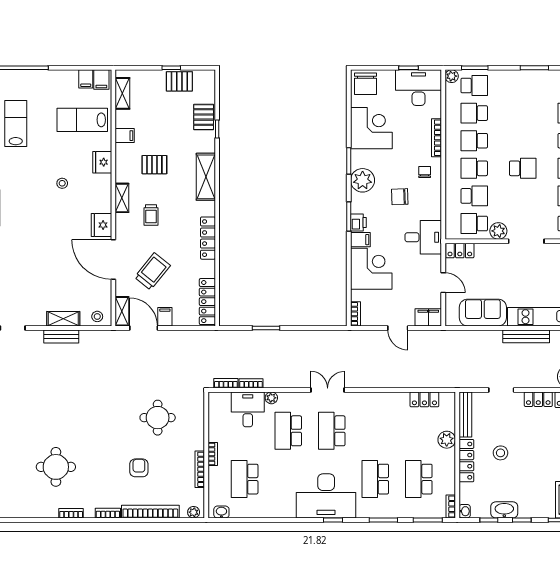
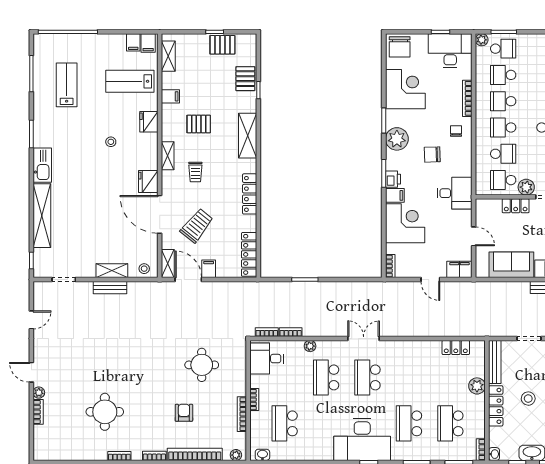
locker: (460, 251) -> (516, 206), moved
desk: (248, 409) -> (267, 359), moved, turned -90

